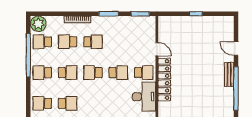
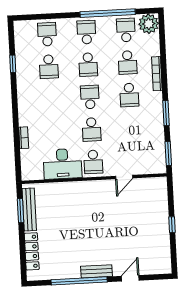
school desk: (68, 42) -> (128, 63), turned 180
locker: (164, 80) -> (86, 189), removed

